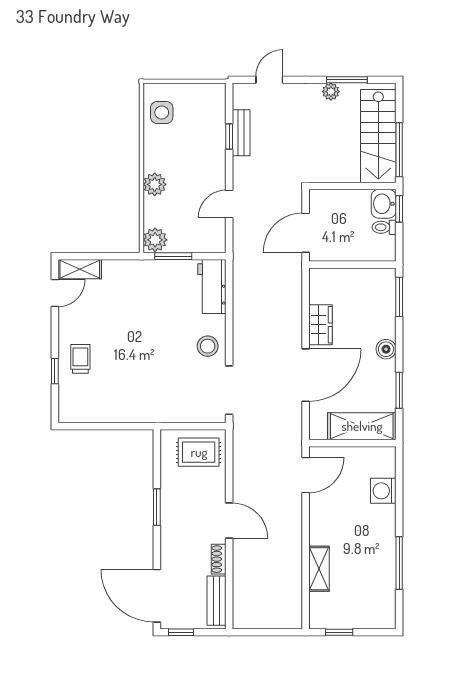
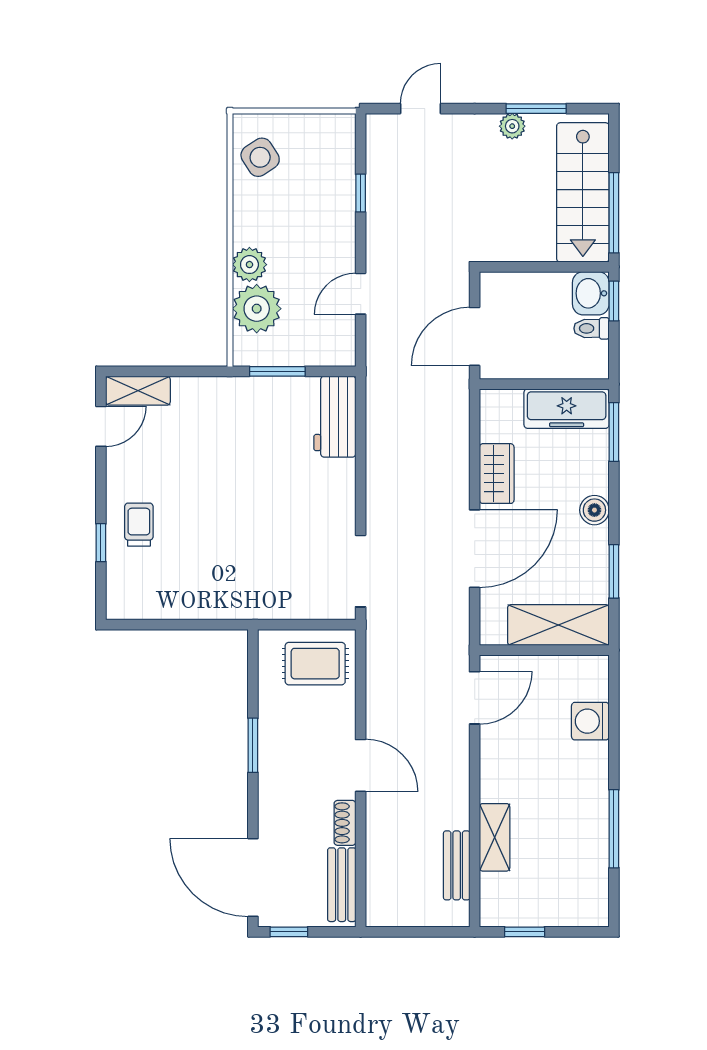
side table: (162, 112) -> (260, 157), turned -33
bench: (241, 133) -> (457, 865), moved
plant: (155, 240) -> (257, 309), moved, width x1.36, depth x1.36
freezer: (367, 281) -> (567, 409), added
stool: (208, 346) -> (329, 506), removed

